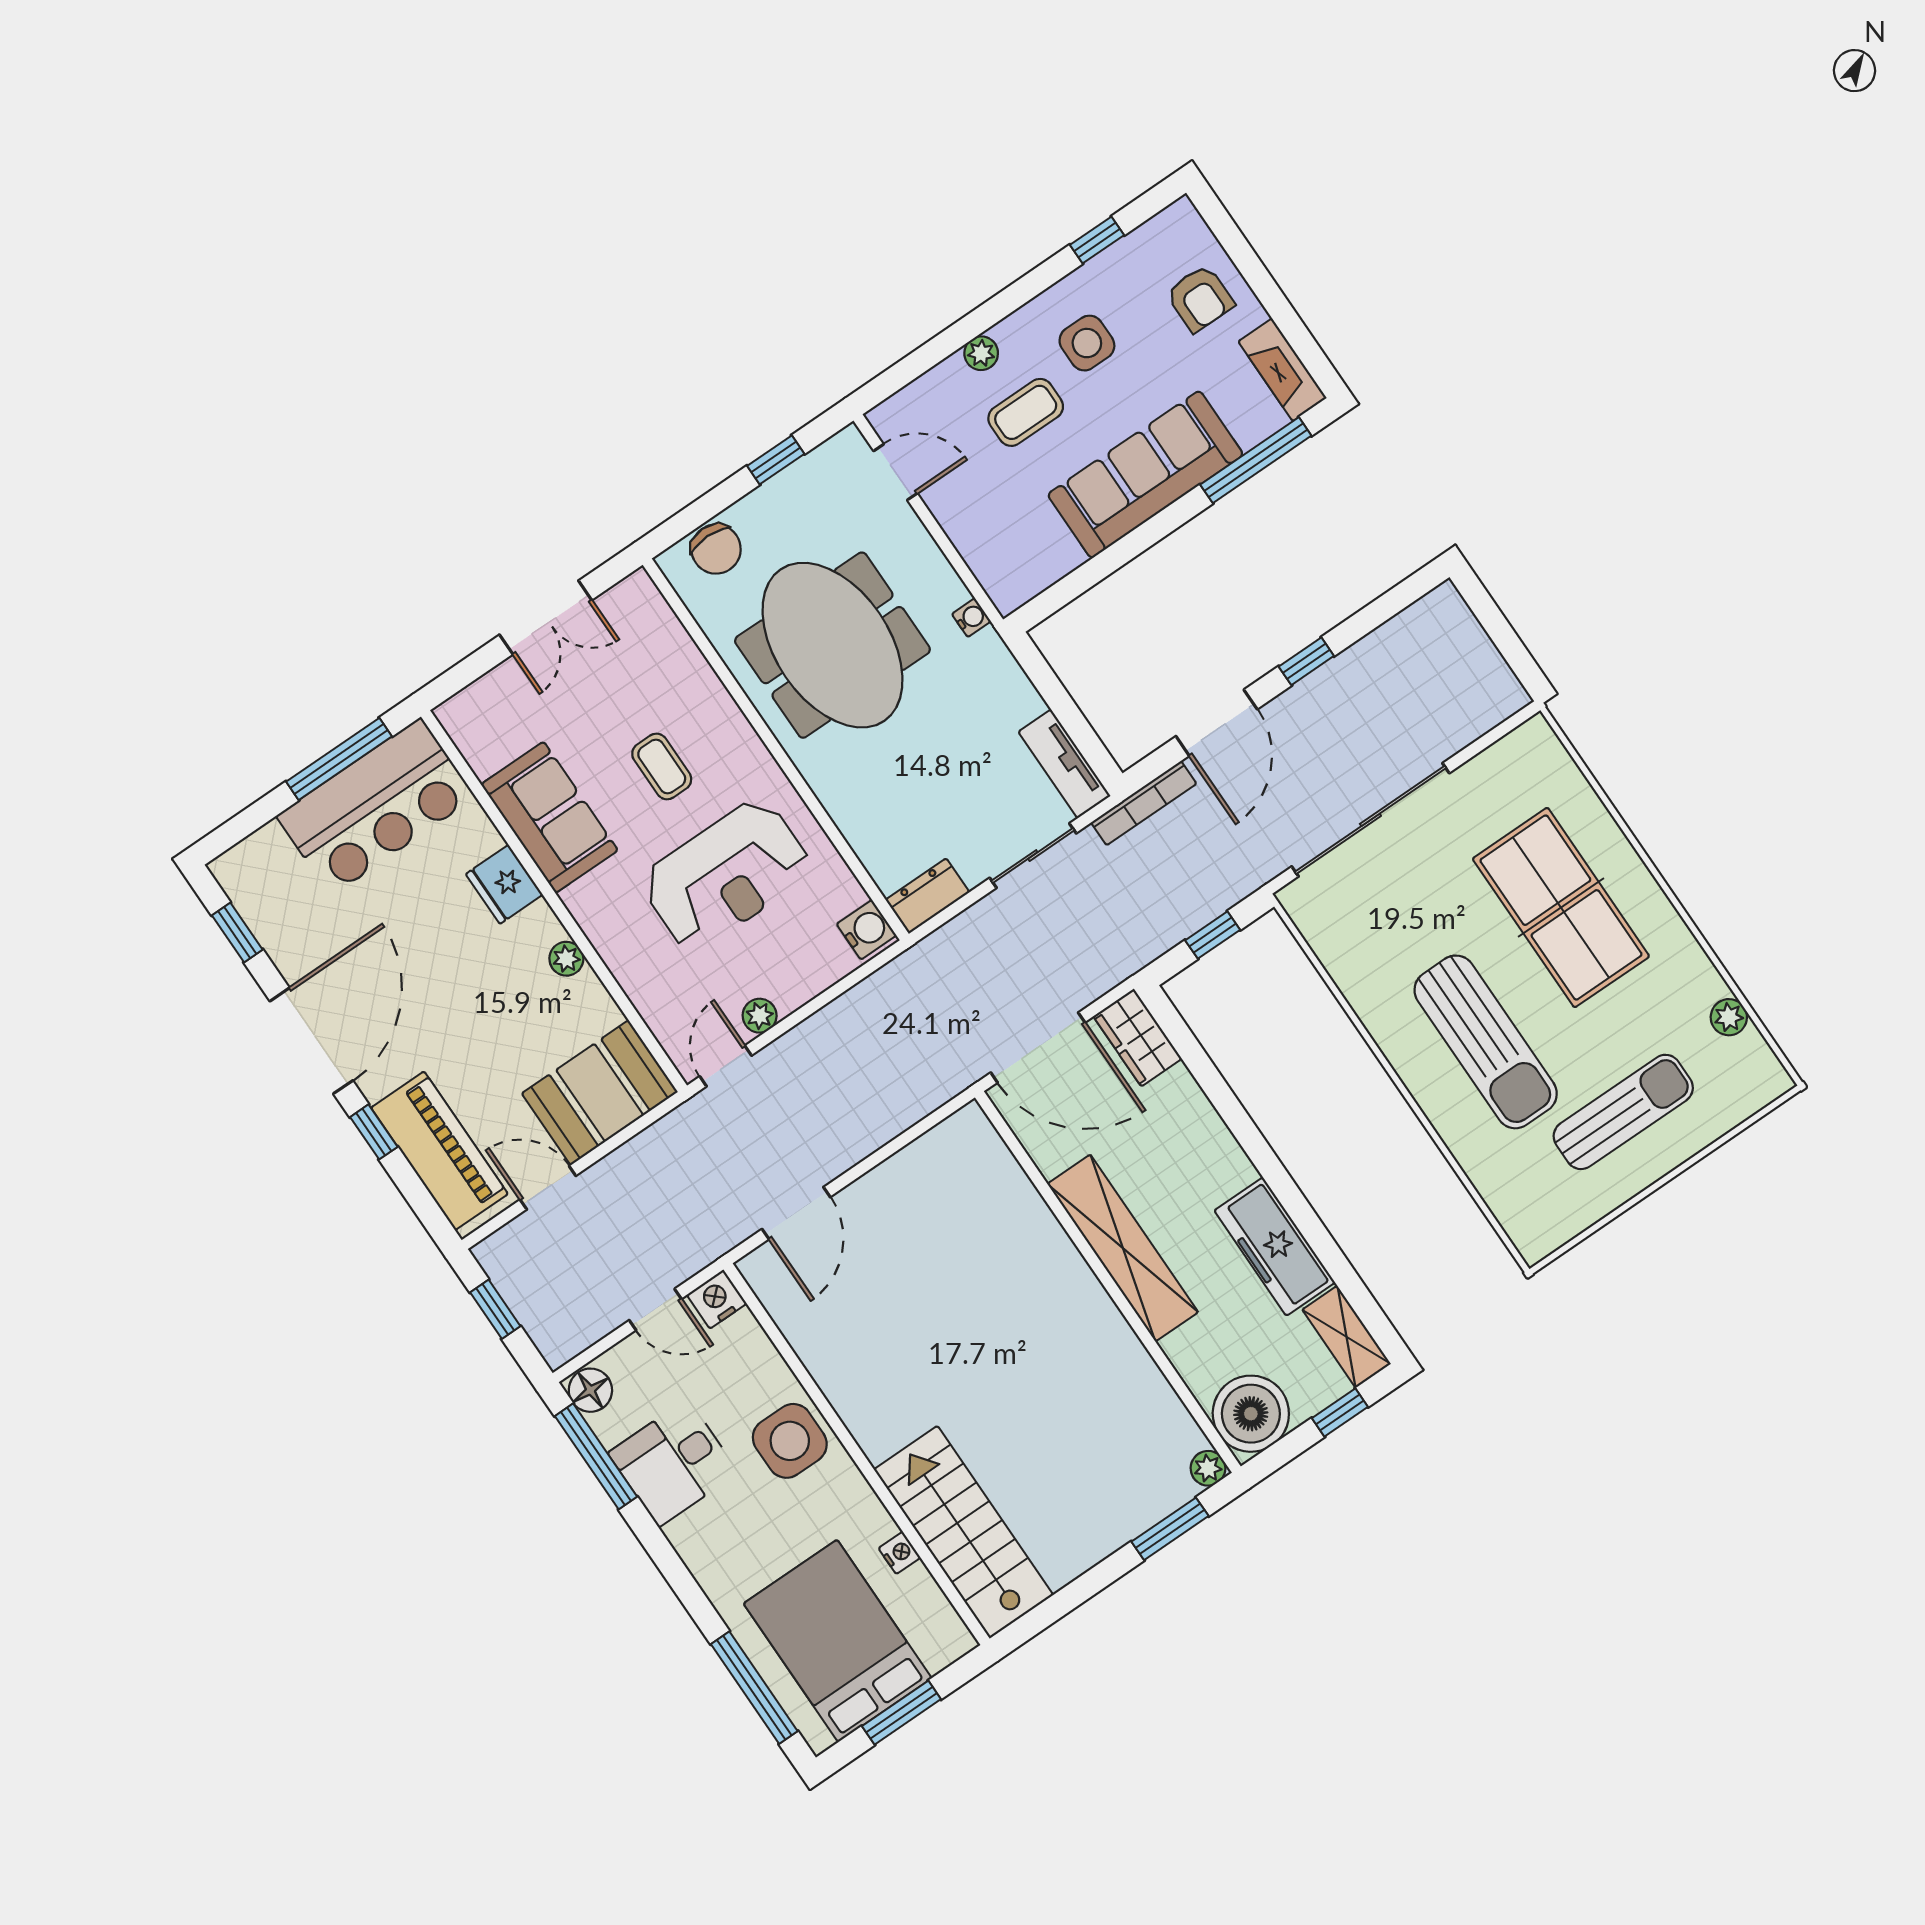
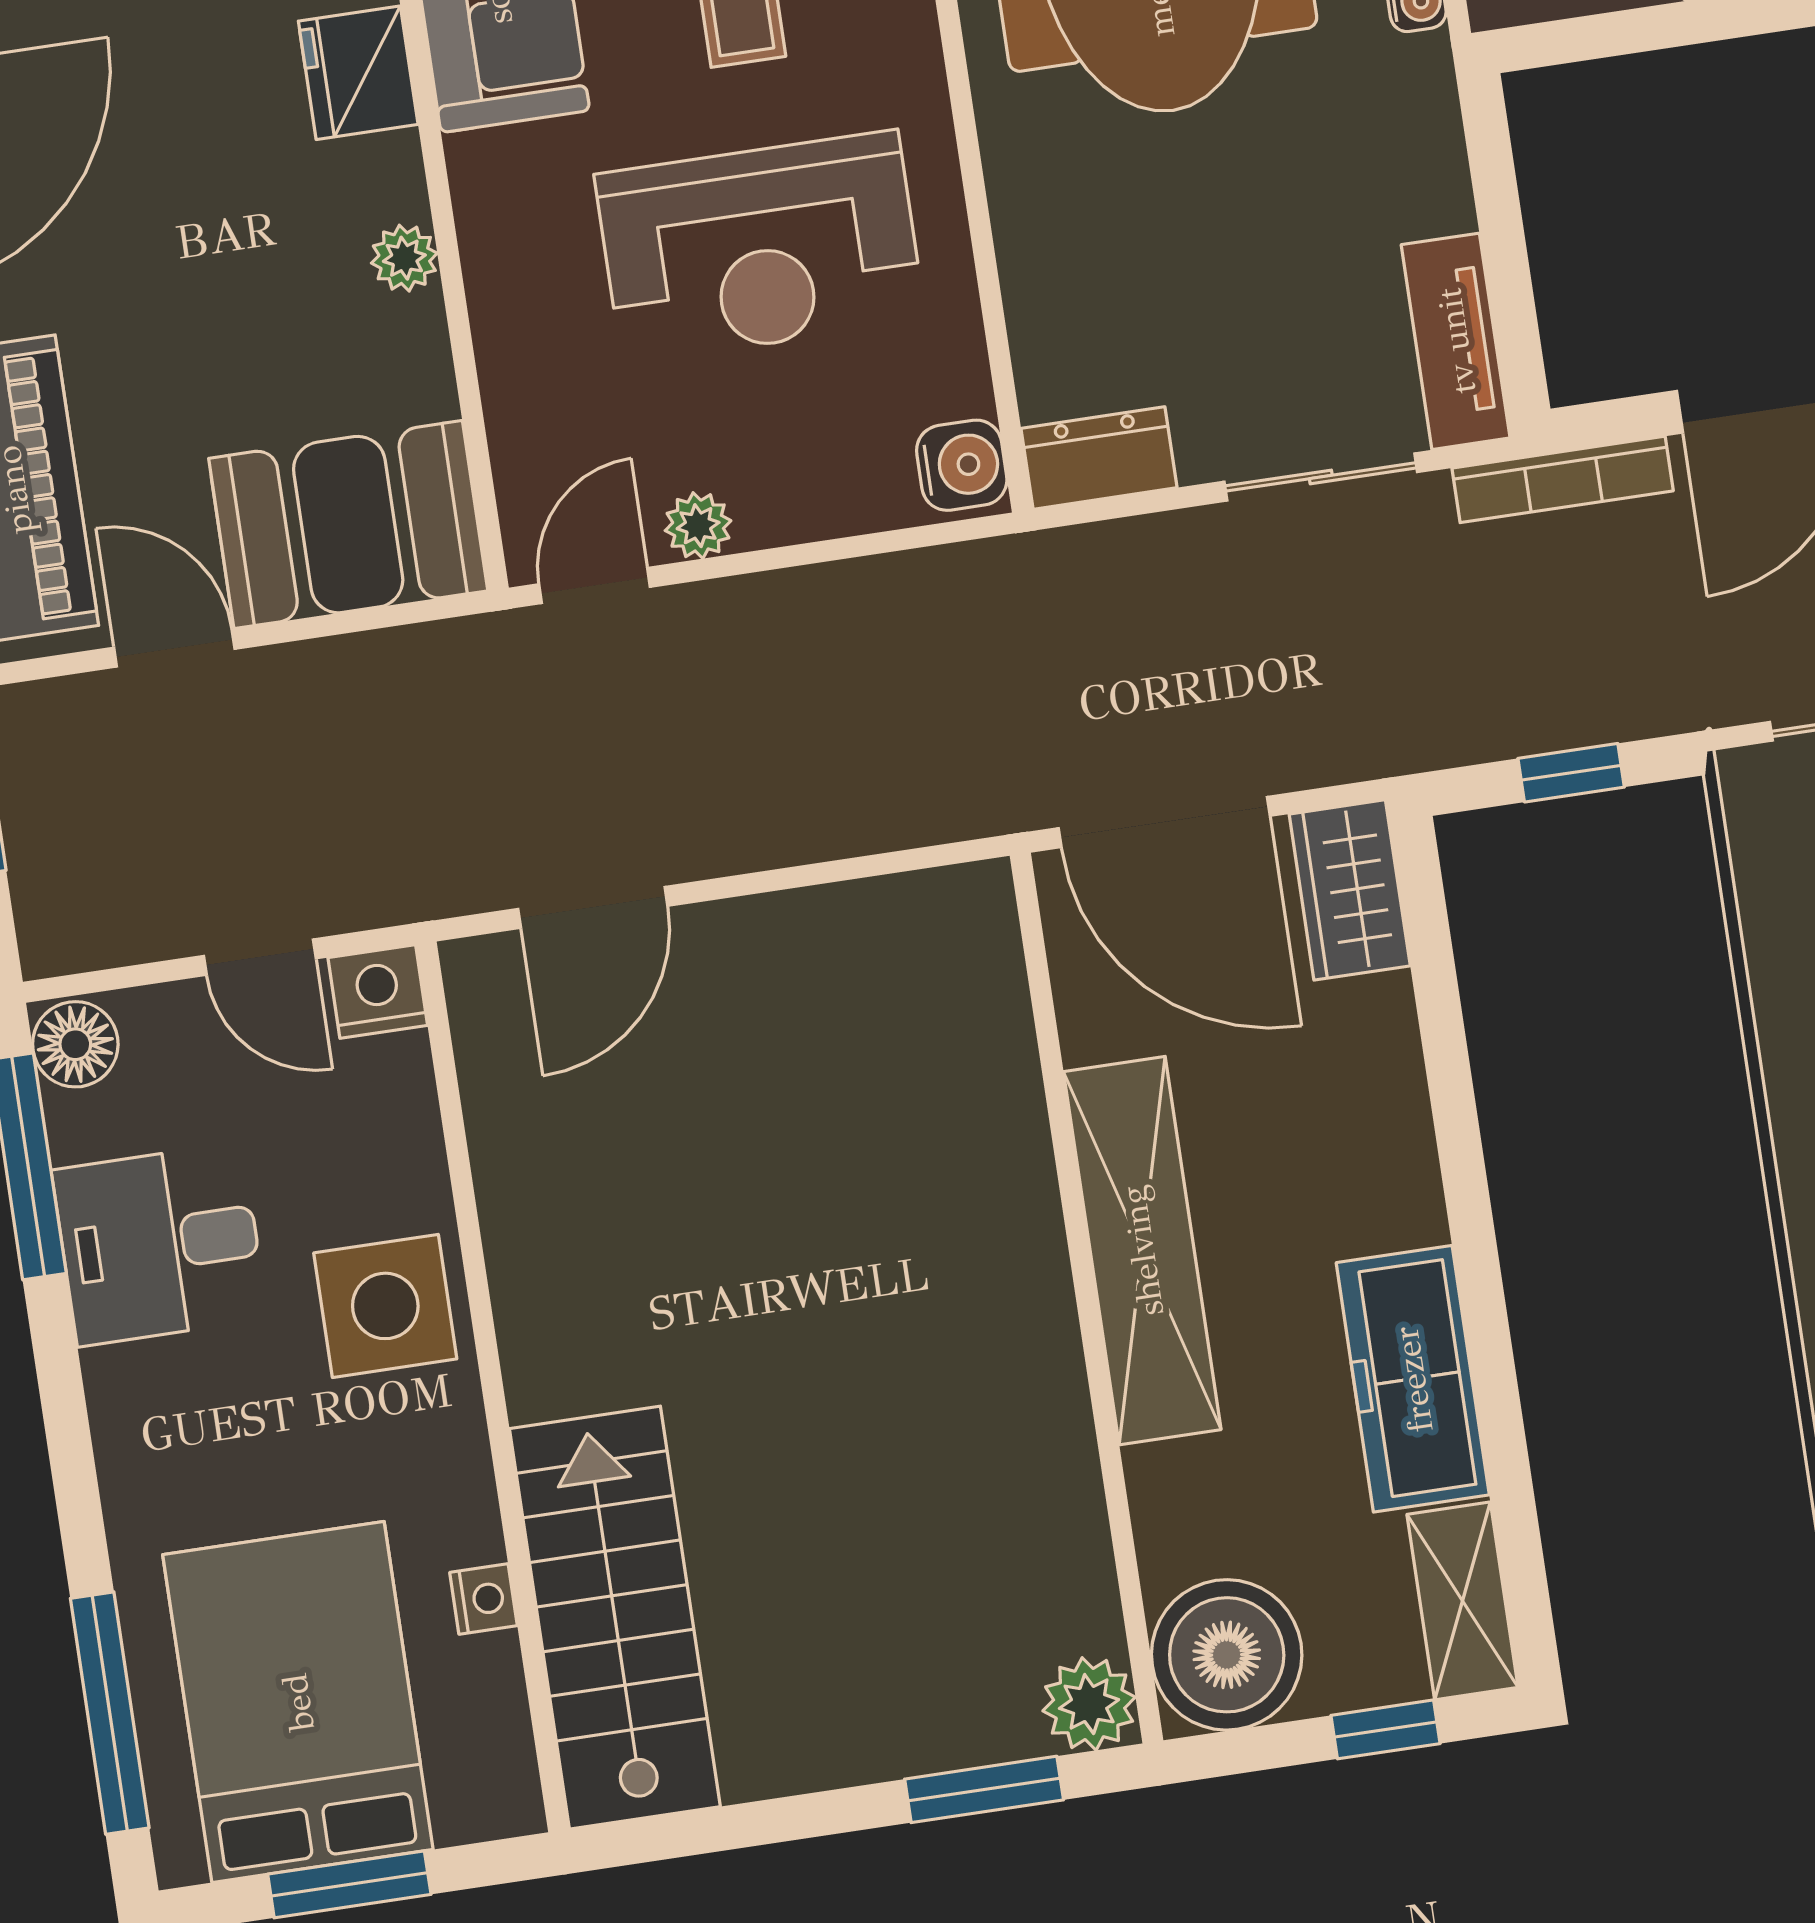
plant: (1208, 1468) -> (1089, 1704), width x1.38, depth x1.38

